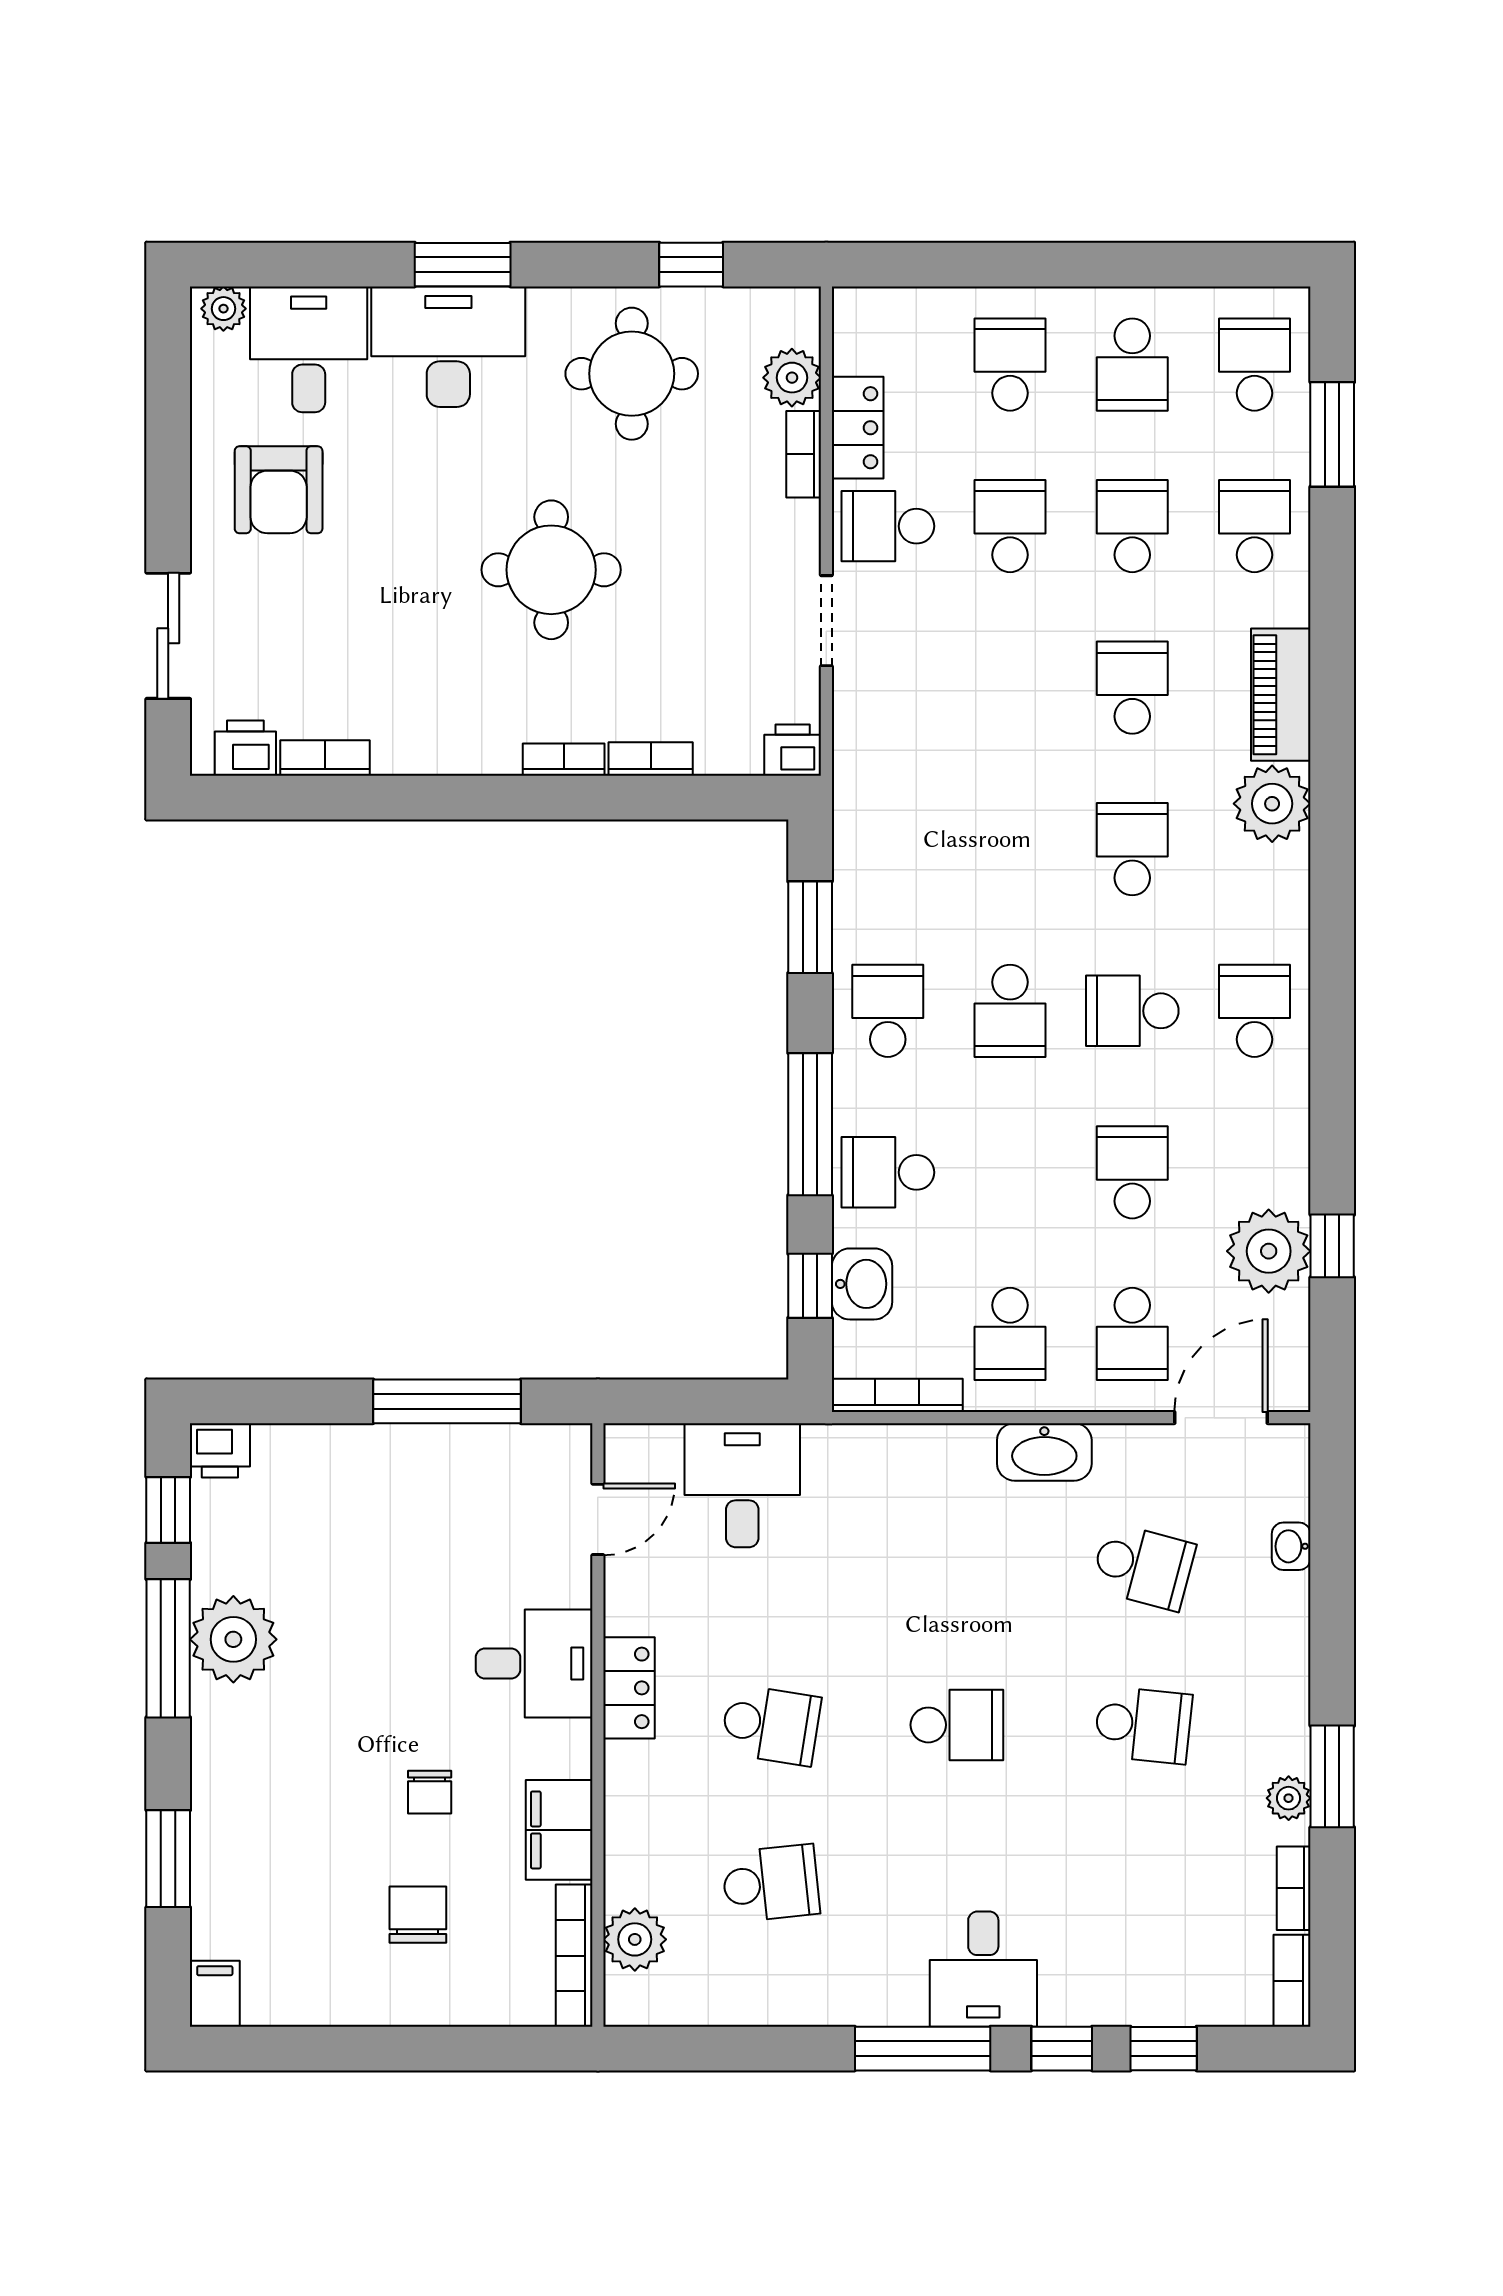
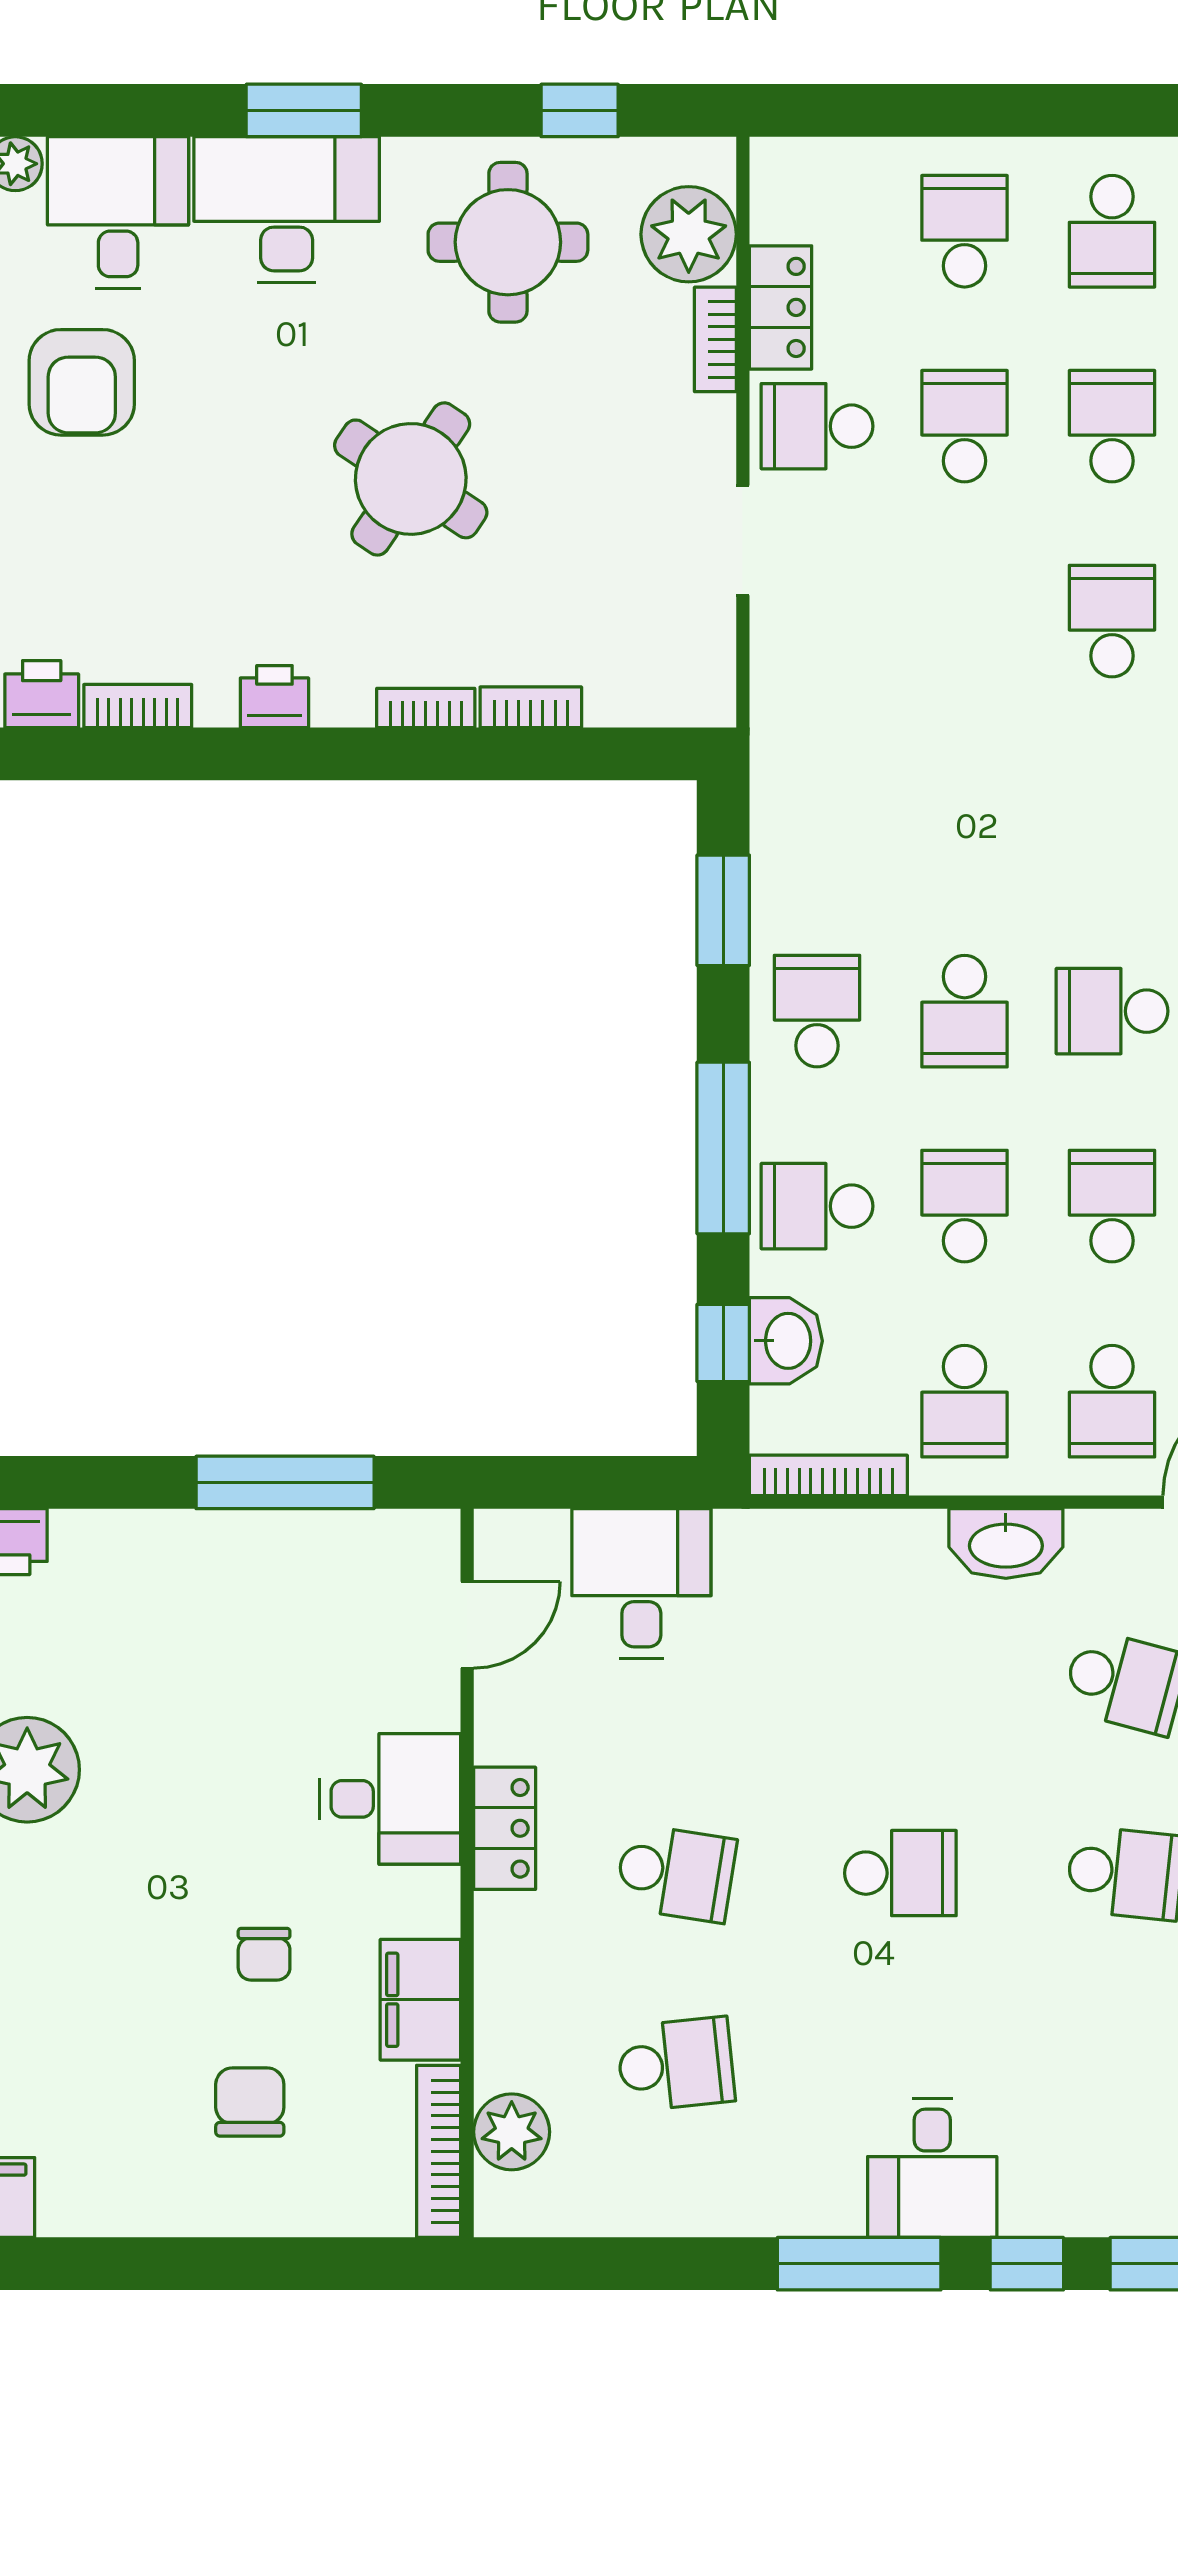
plant: (792, 378) -> (689, 234), width x1.36, depth x1.36
round table: (551, 570) -> (411, 479), turned 34
printer: (793, 750) -> (274, 697), moved
school desk: (1132, 849) -> (965, 1206), moved

